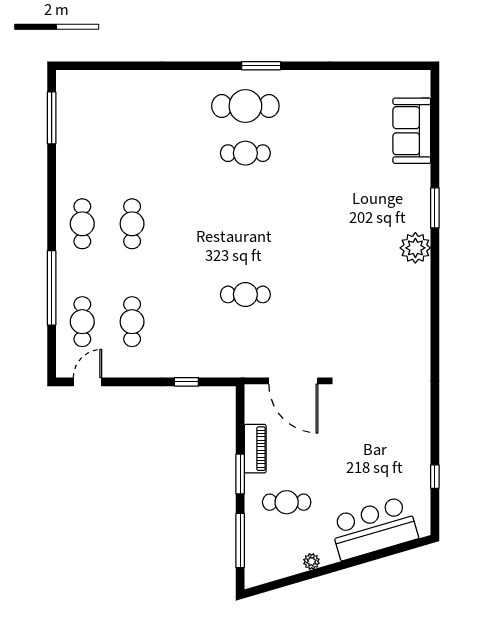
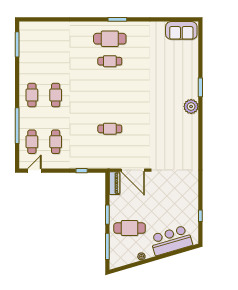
sofa: (412, 131) -> (181, 30), moved, turned -90
piano: (255, 449) -> (114, 183), moved
cafe table: (287, 502) -> (130, 228), width x1.37, depth x1.35

